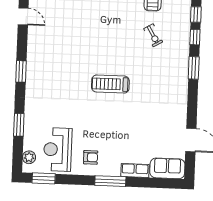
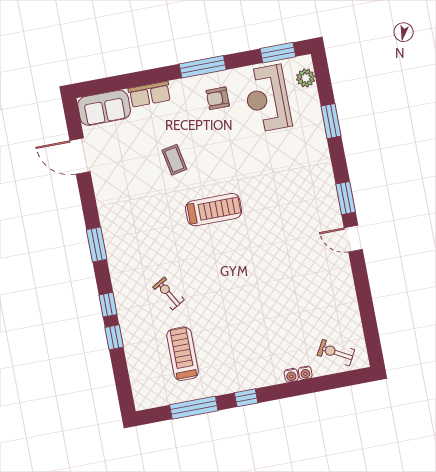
door: (23, 16) -> (353, 239), moved
window: (194, 68) -> (97, 245), moved
coffee table: (129, 123) -> (174, 160), added
reception desk: (58, 150) -> (267, 99), turned 180
window: (110, 181) -> (203, 67), moved

